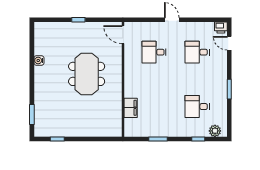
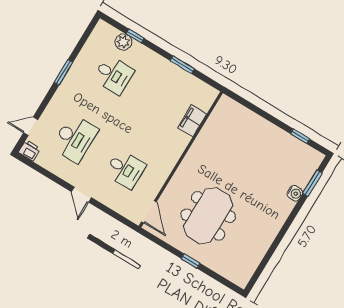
door: (229, 43) -> (31, 126), swing flipped
desk: (197, 52) -> (75, 138), width x1.37
water cooler: (39, 60) -> (295, 193), moved
meeting table: (87, 74) -> (208, 216), moved
plant: (215, 131) -> (123, 42), moved

